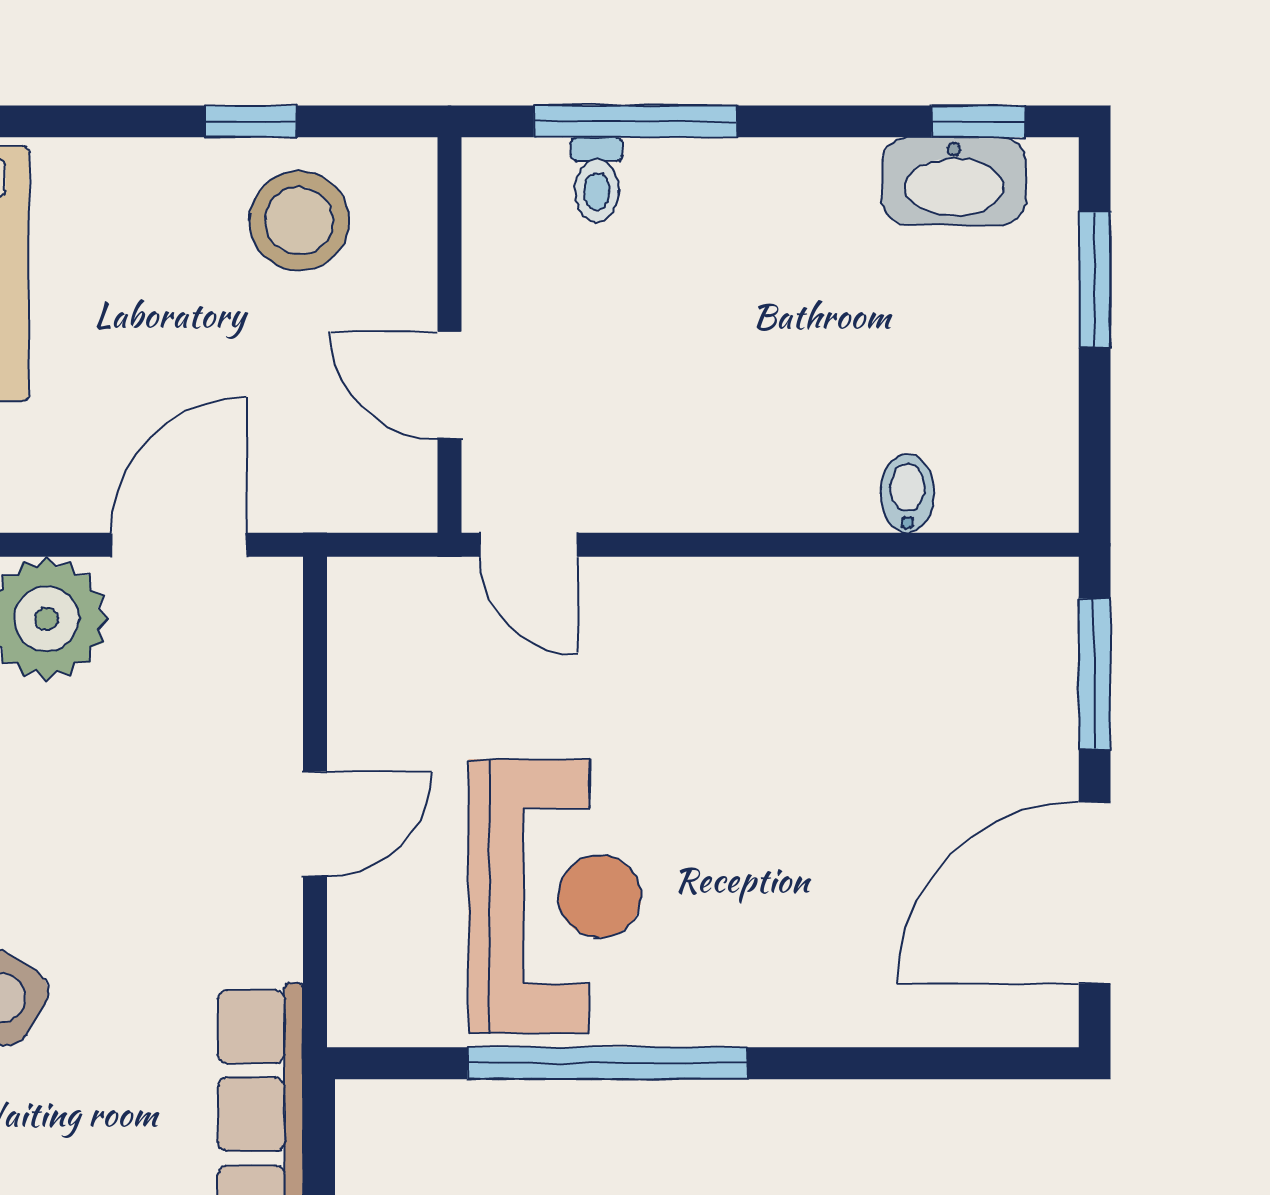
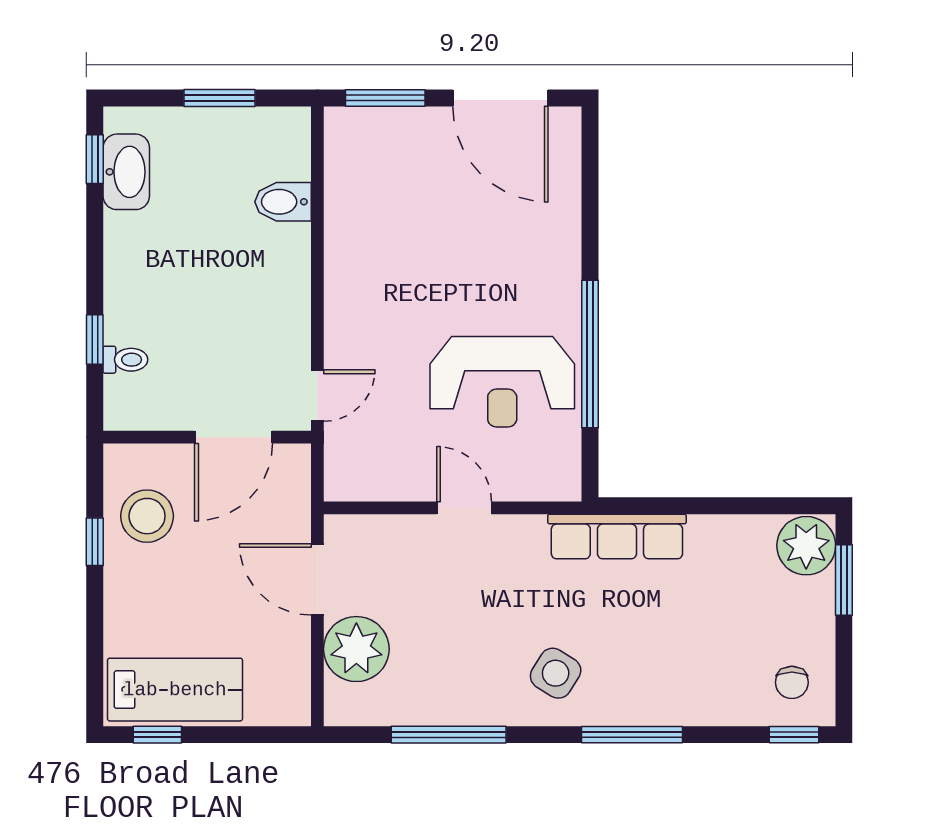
window: (635, 121) -> (95, 339), width x0.46
window: (1095, 280) -> (220, 98), moved
door: (450, 385) -> (234, 437), width x1.37
bidet: (907, 494) -> (283, 202), width x1.38, depth x1.36
reception desk: (555, 896) -> (502, 382), turned 180

